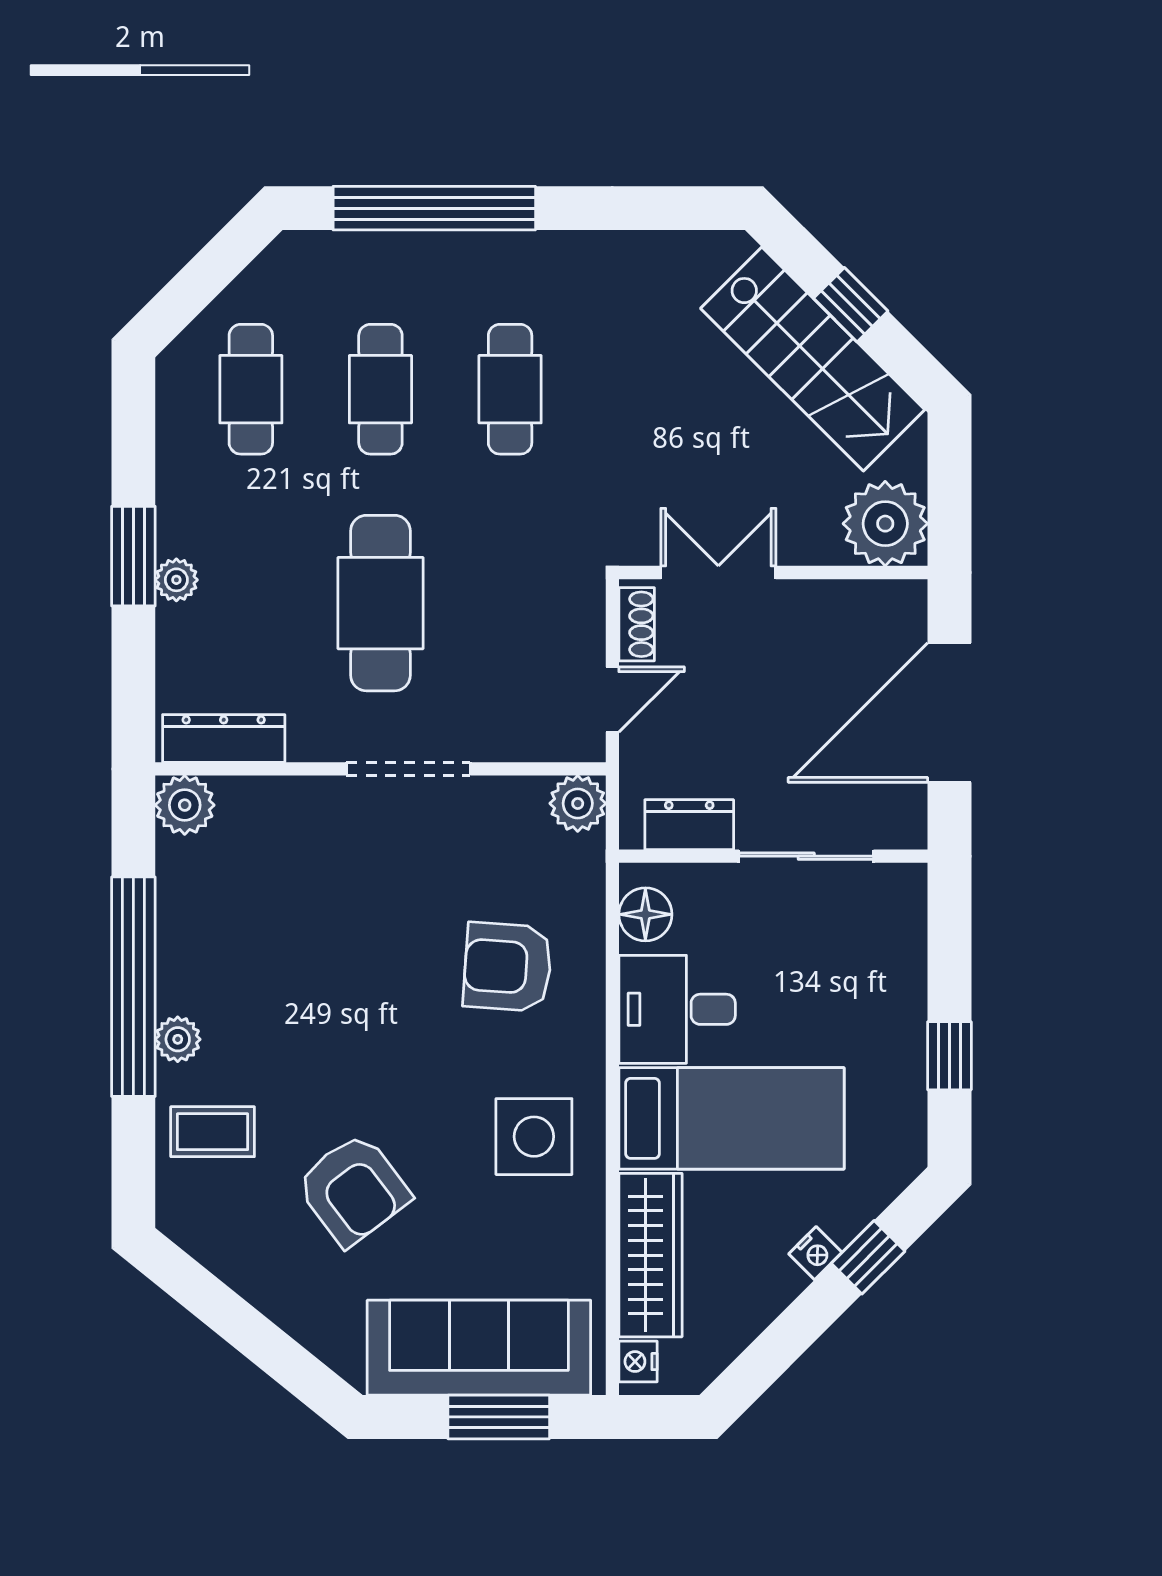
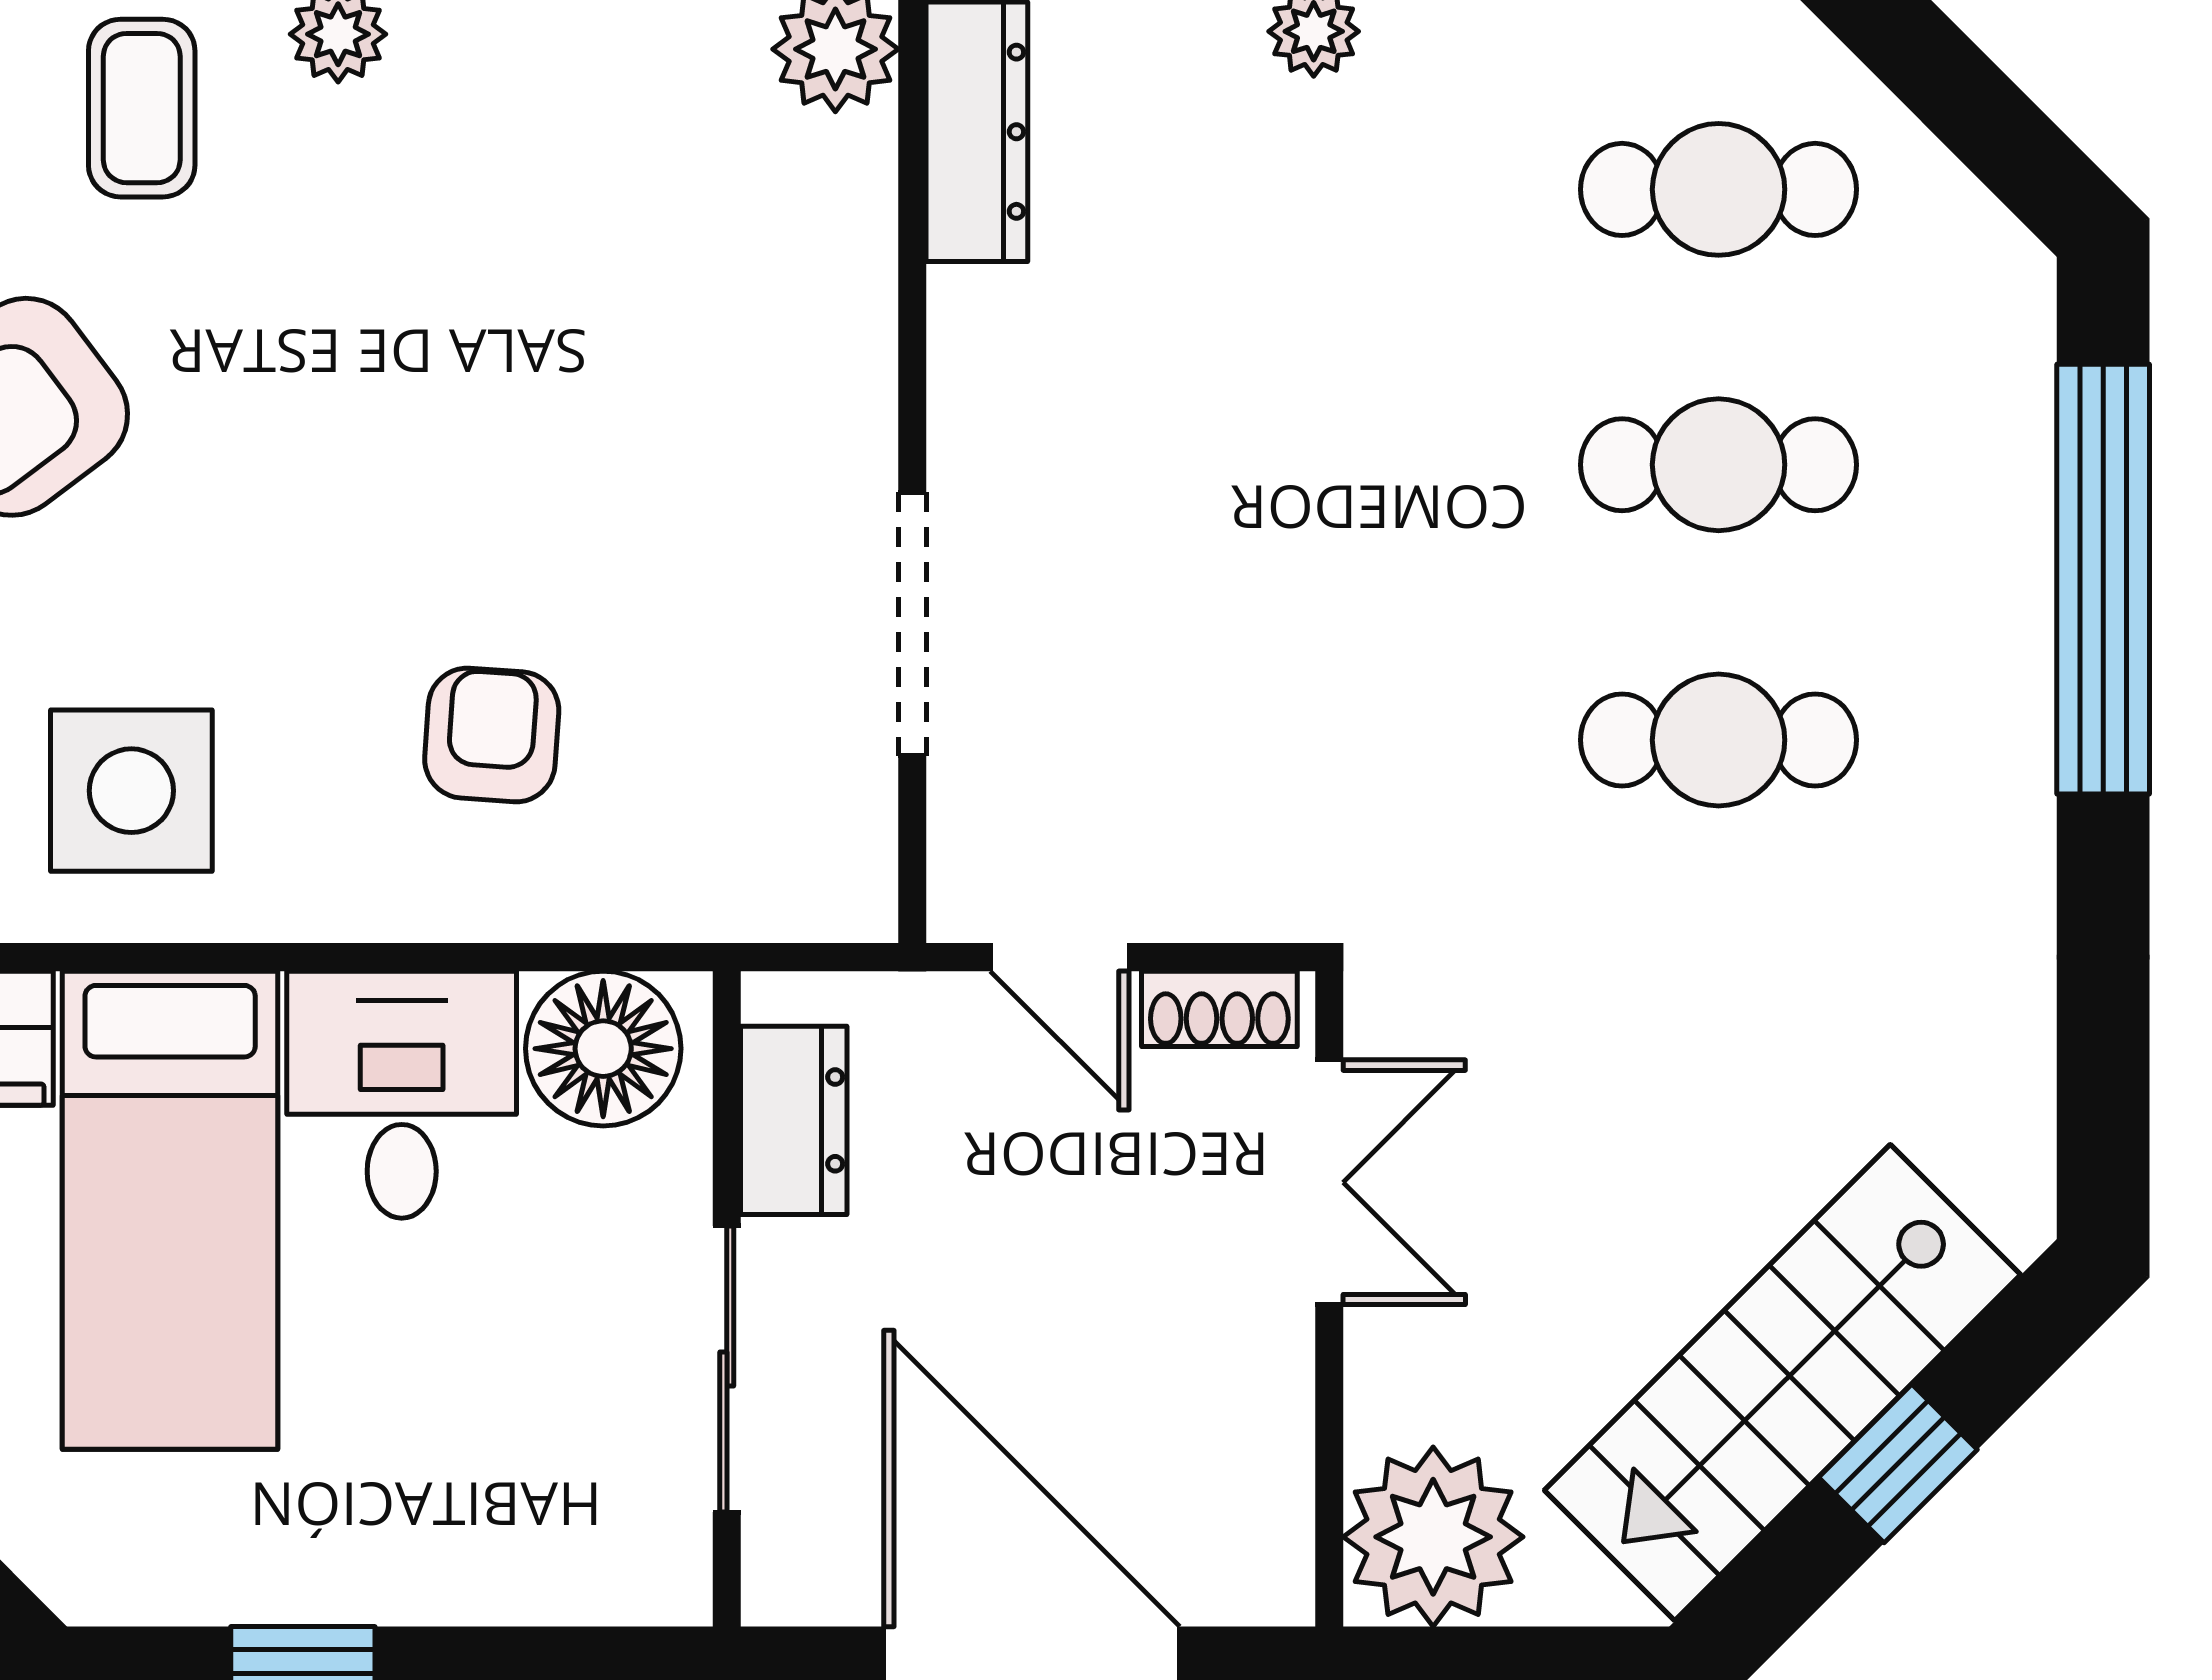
cafe table: (380, 603) -> (1264, 465), removed
doorway: (408, 769) -> (912, 624), moved
plant: (578, 803) -> (839, 884), removed
floor lamp: (645, 914) -> (603, 1049), width x1.38, depth x1.38
armchair: (508, 967) -> (492, 735), width x0.72, depth x0.72

